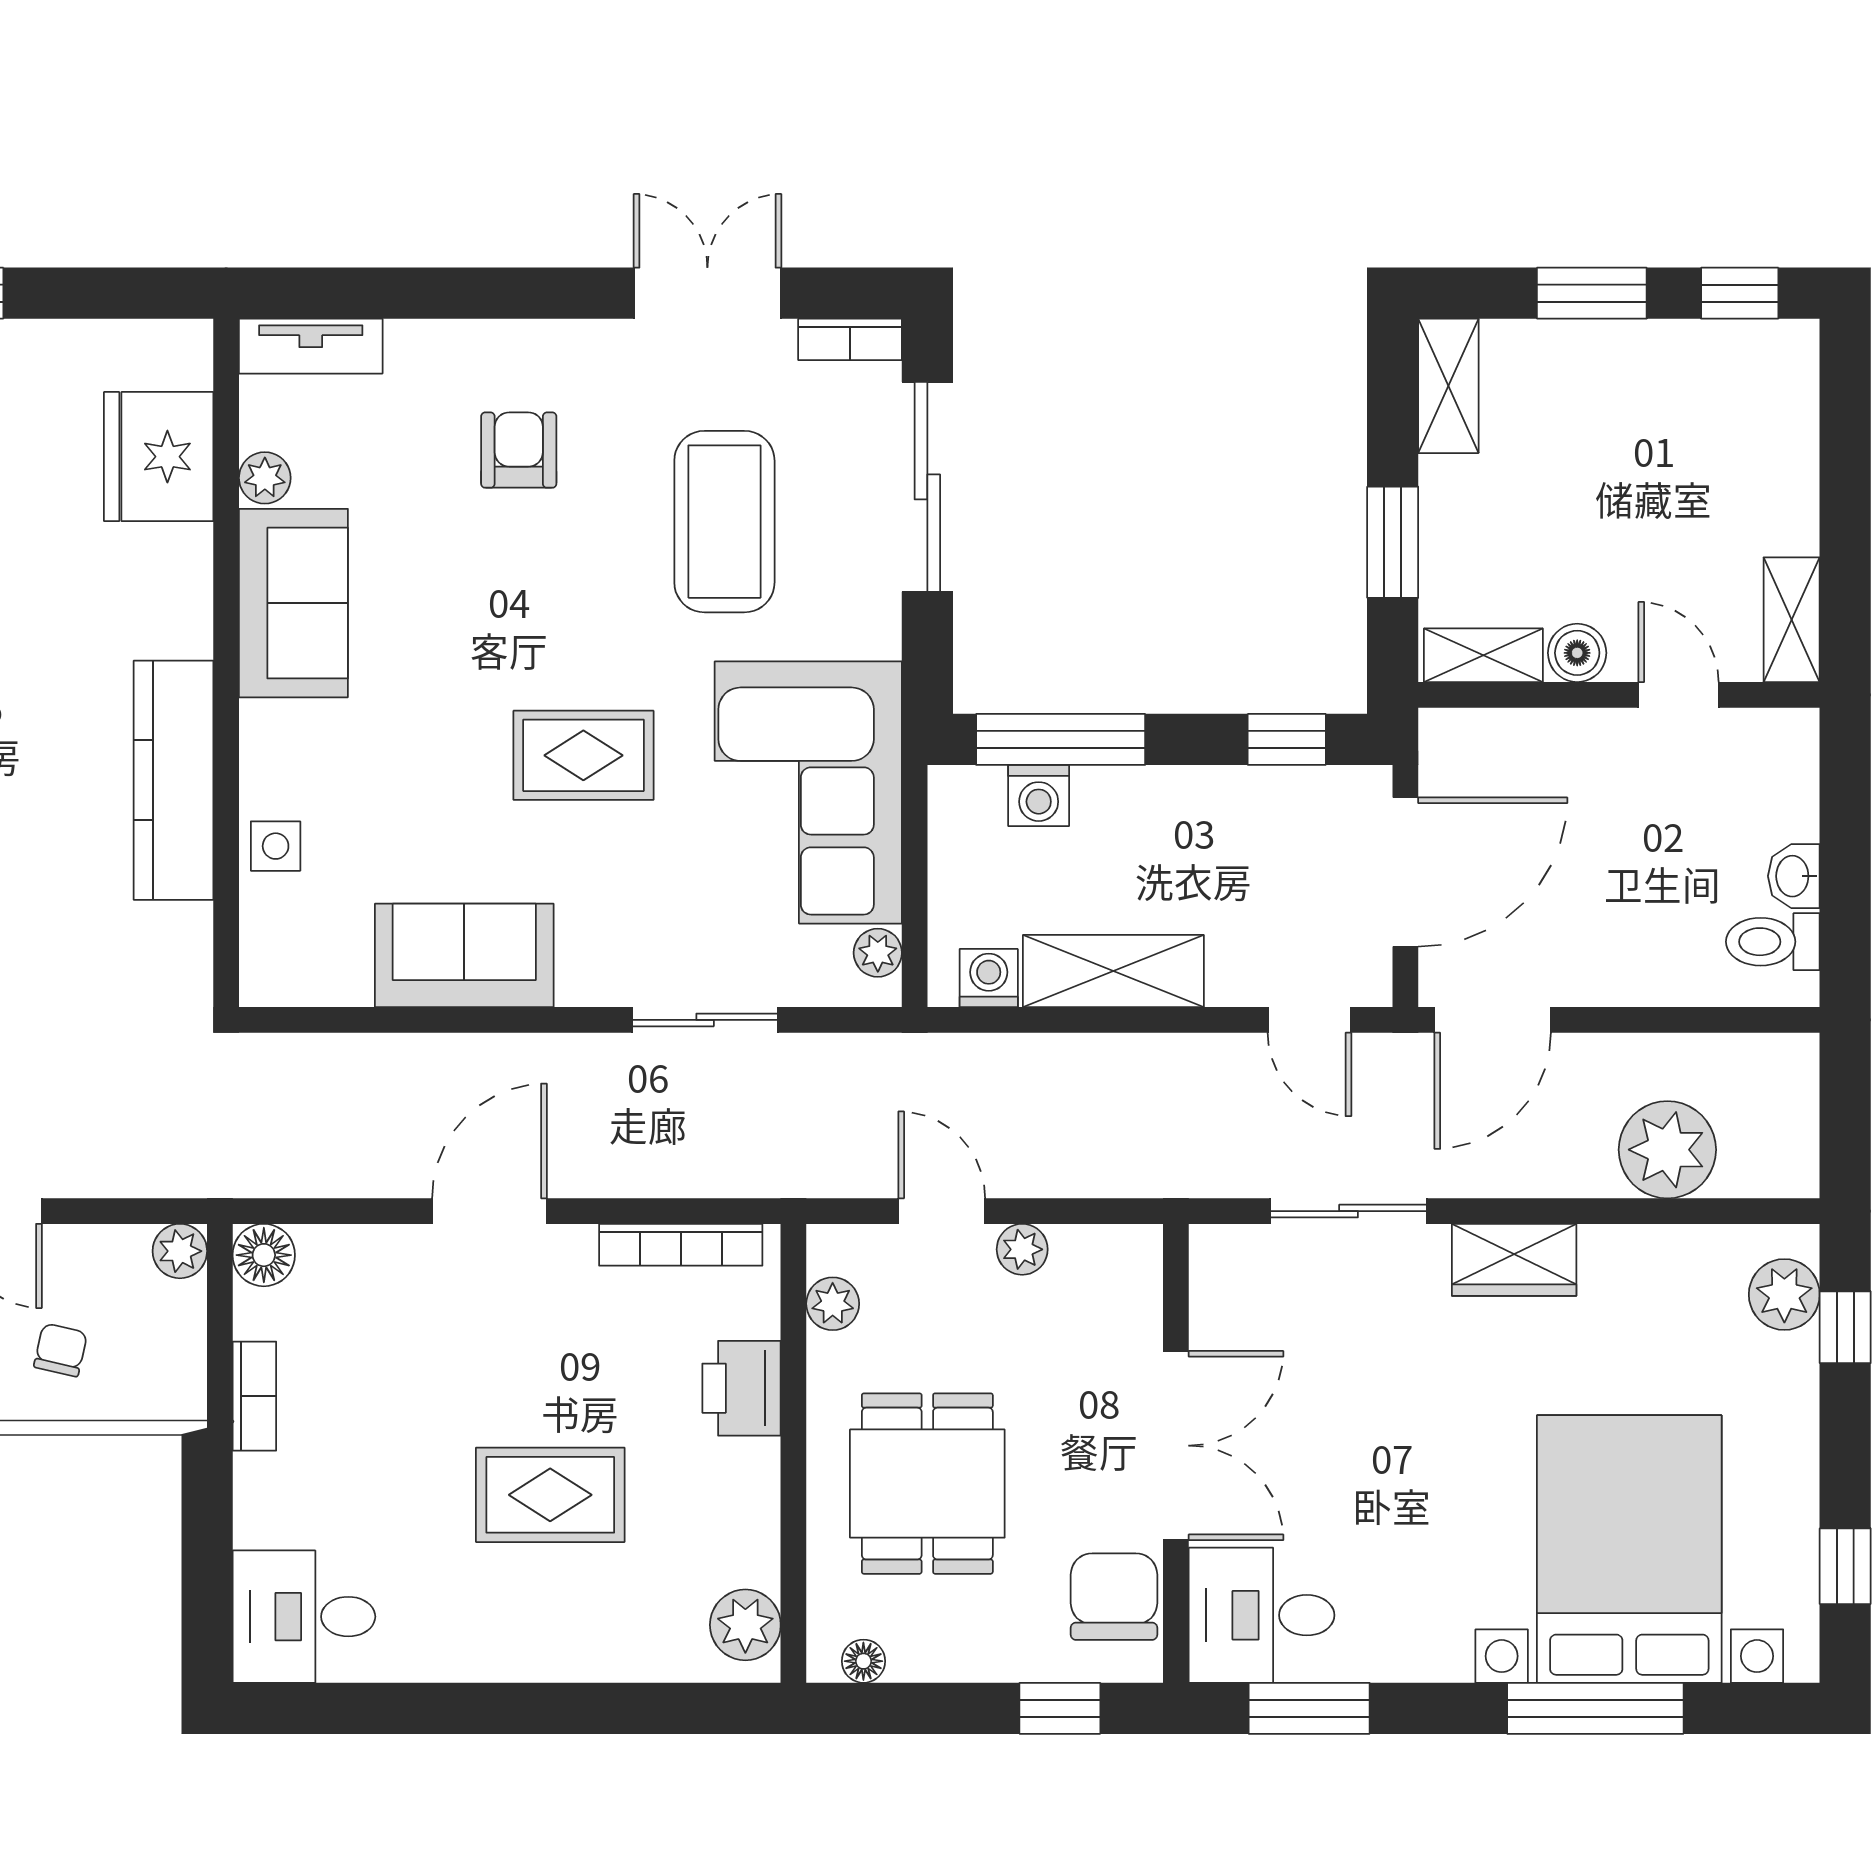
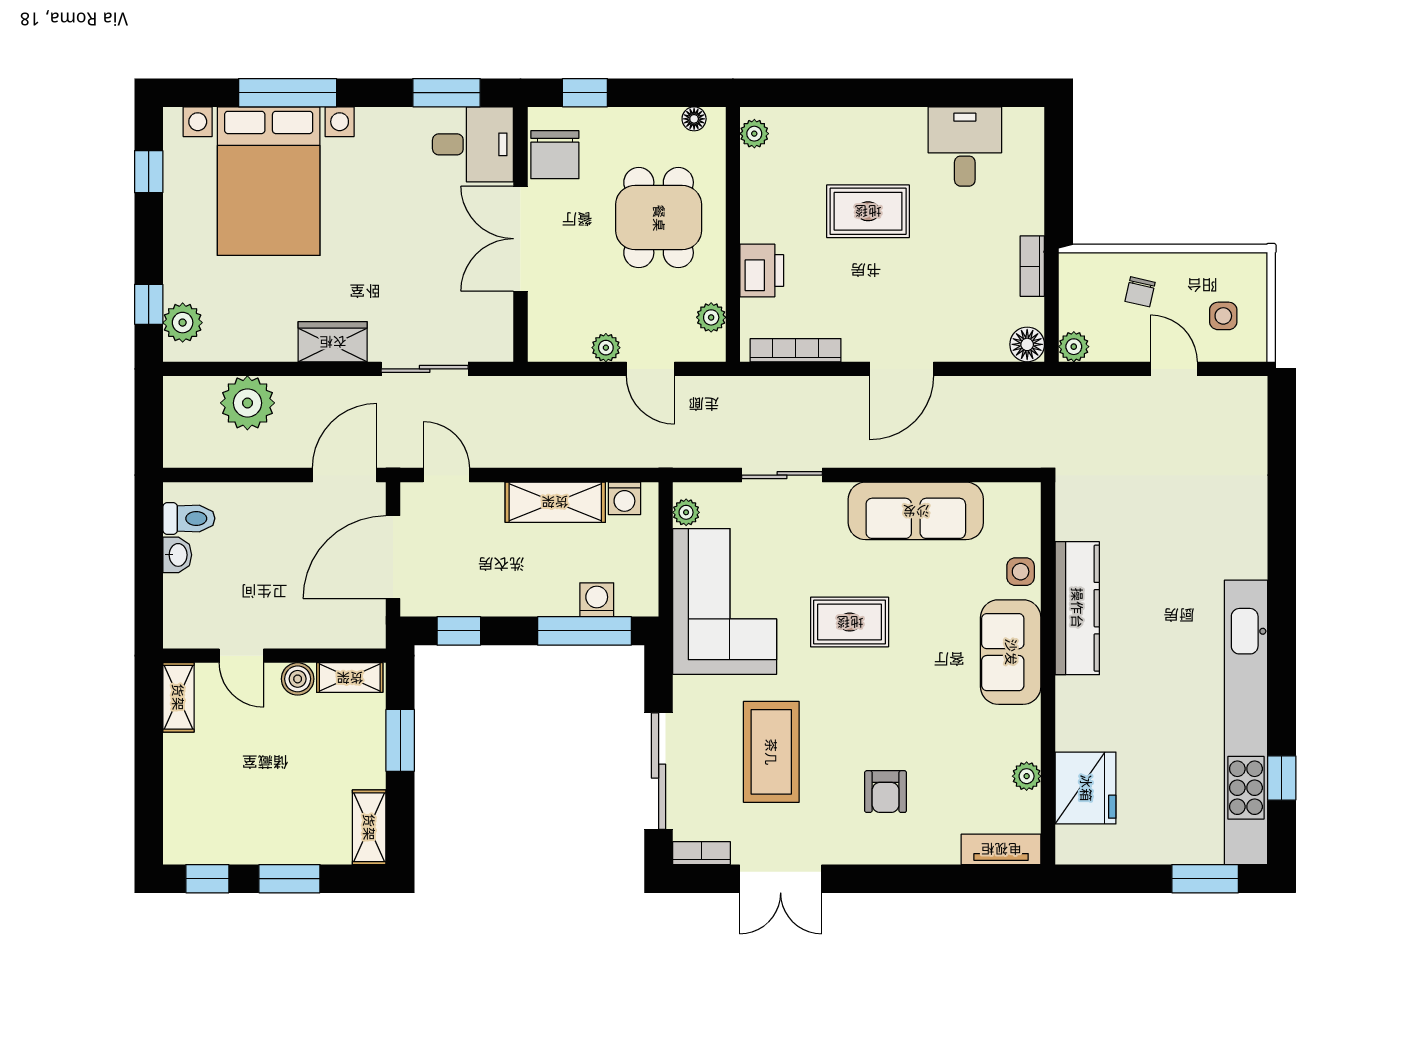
sofa: (293, 603) -> (1011, 652), moved
sofa: (464, 955) -> (916, 511), width x1.36
desk: (304, 1617) -> (965, 146), moved, turned -90
plant: (745, 1625) -> (754, 134), width x0.73, depth x0.73

